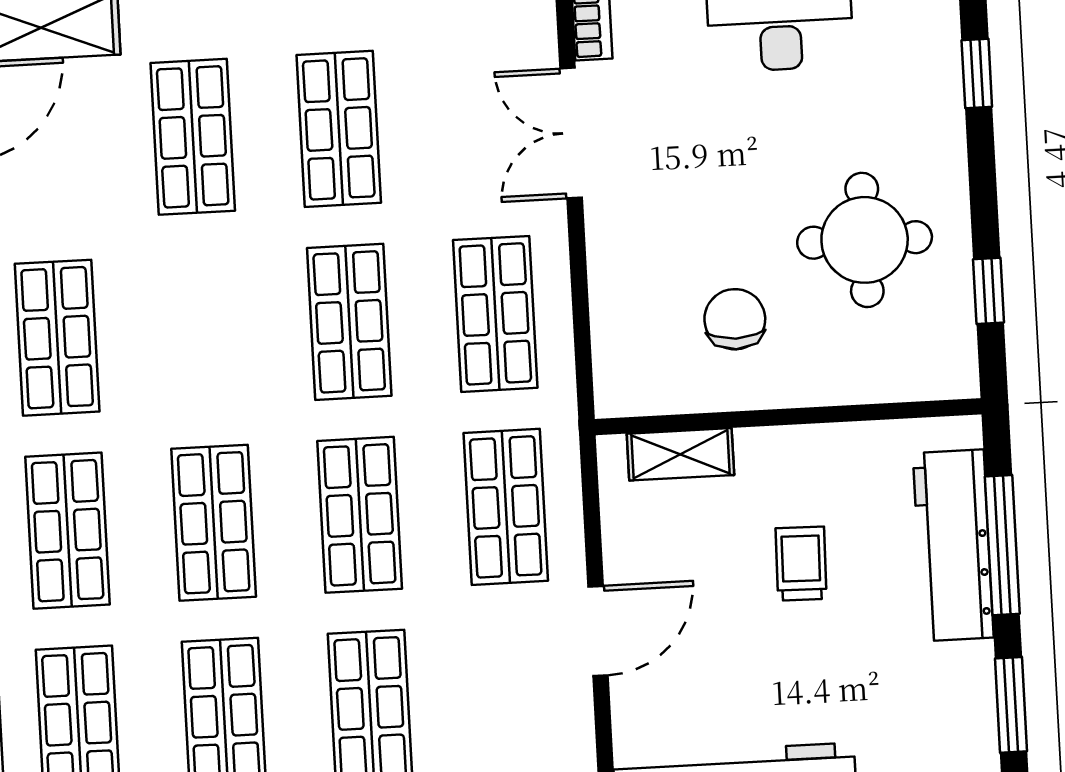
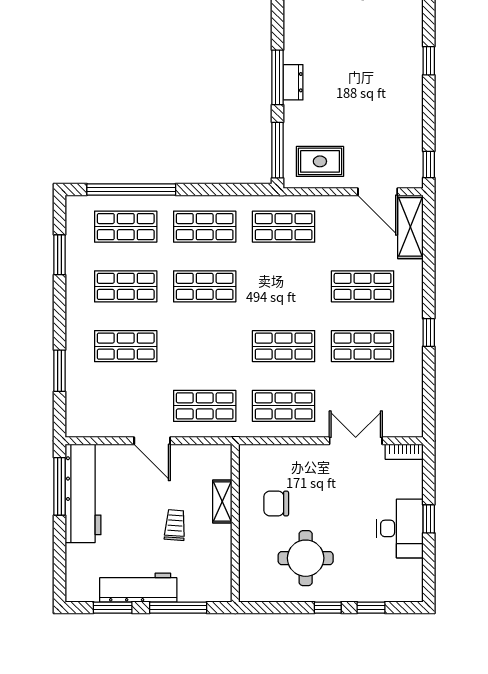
window: (989, 291) -> (328, 608), moved
chair: (735, 319) -> (276, 503), turned 180
shelving: (680, 454) -> (222, 501), moved
shop shelf: (360, 515) -> (205, 346), removed
workbench: (953, 545) -> (138, 588), moved
trolley: (801, 564) -> (175, 525), turned -87

